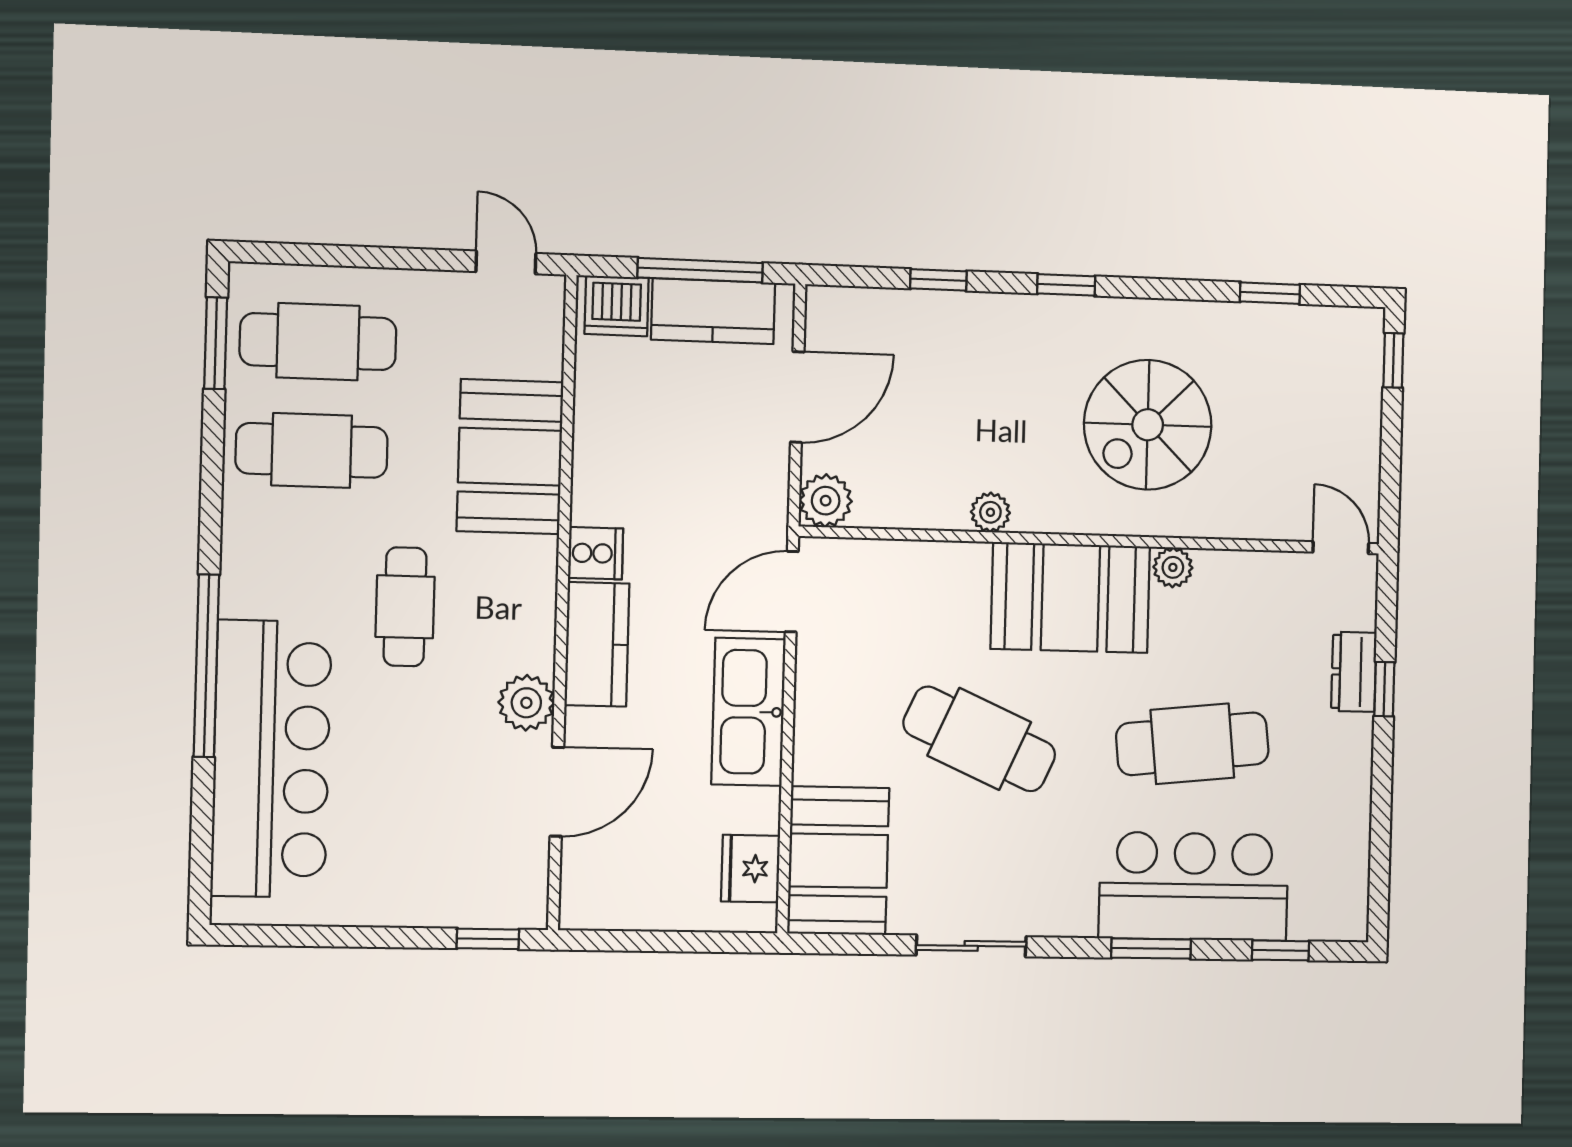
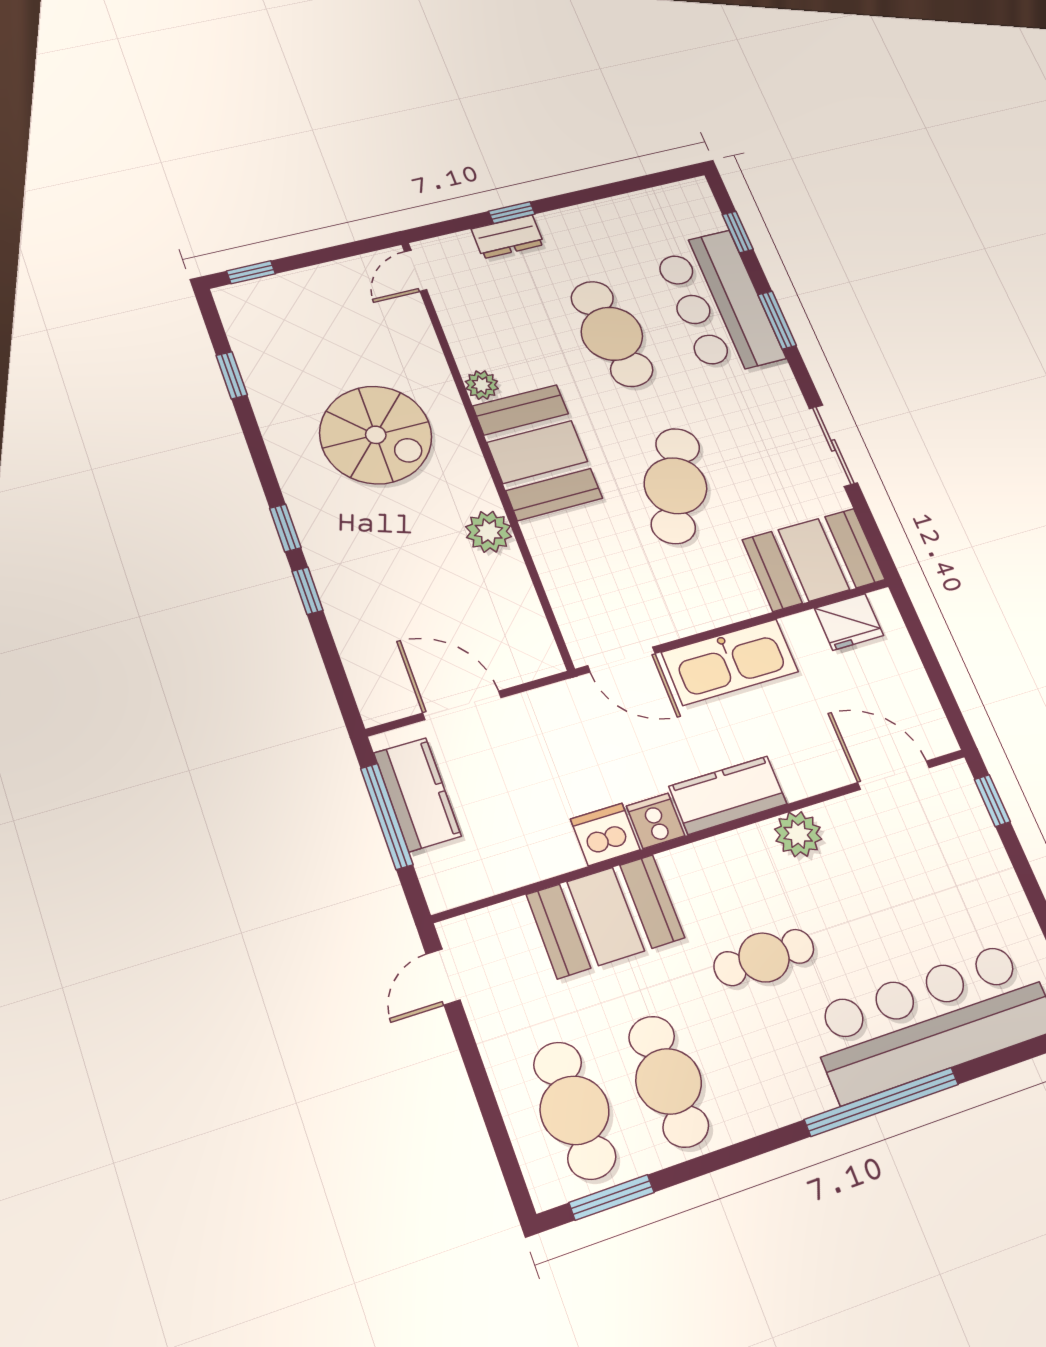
window: (938, 280) -> (307, 591), moved
dishwasher: (617, 306) -> (605, 834), moved, turned -90
plant: (826, 501) -> (538, 657), removed
plant: (990, 512) -> (489, 532), width x1.38, depth x1.38
door: (557, 792) -> (894, 775), moved

